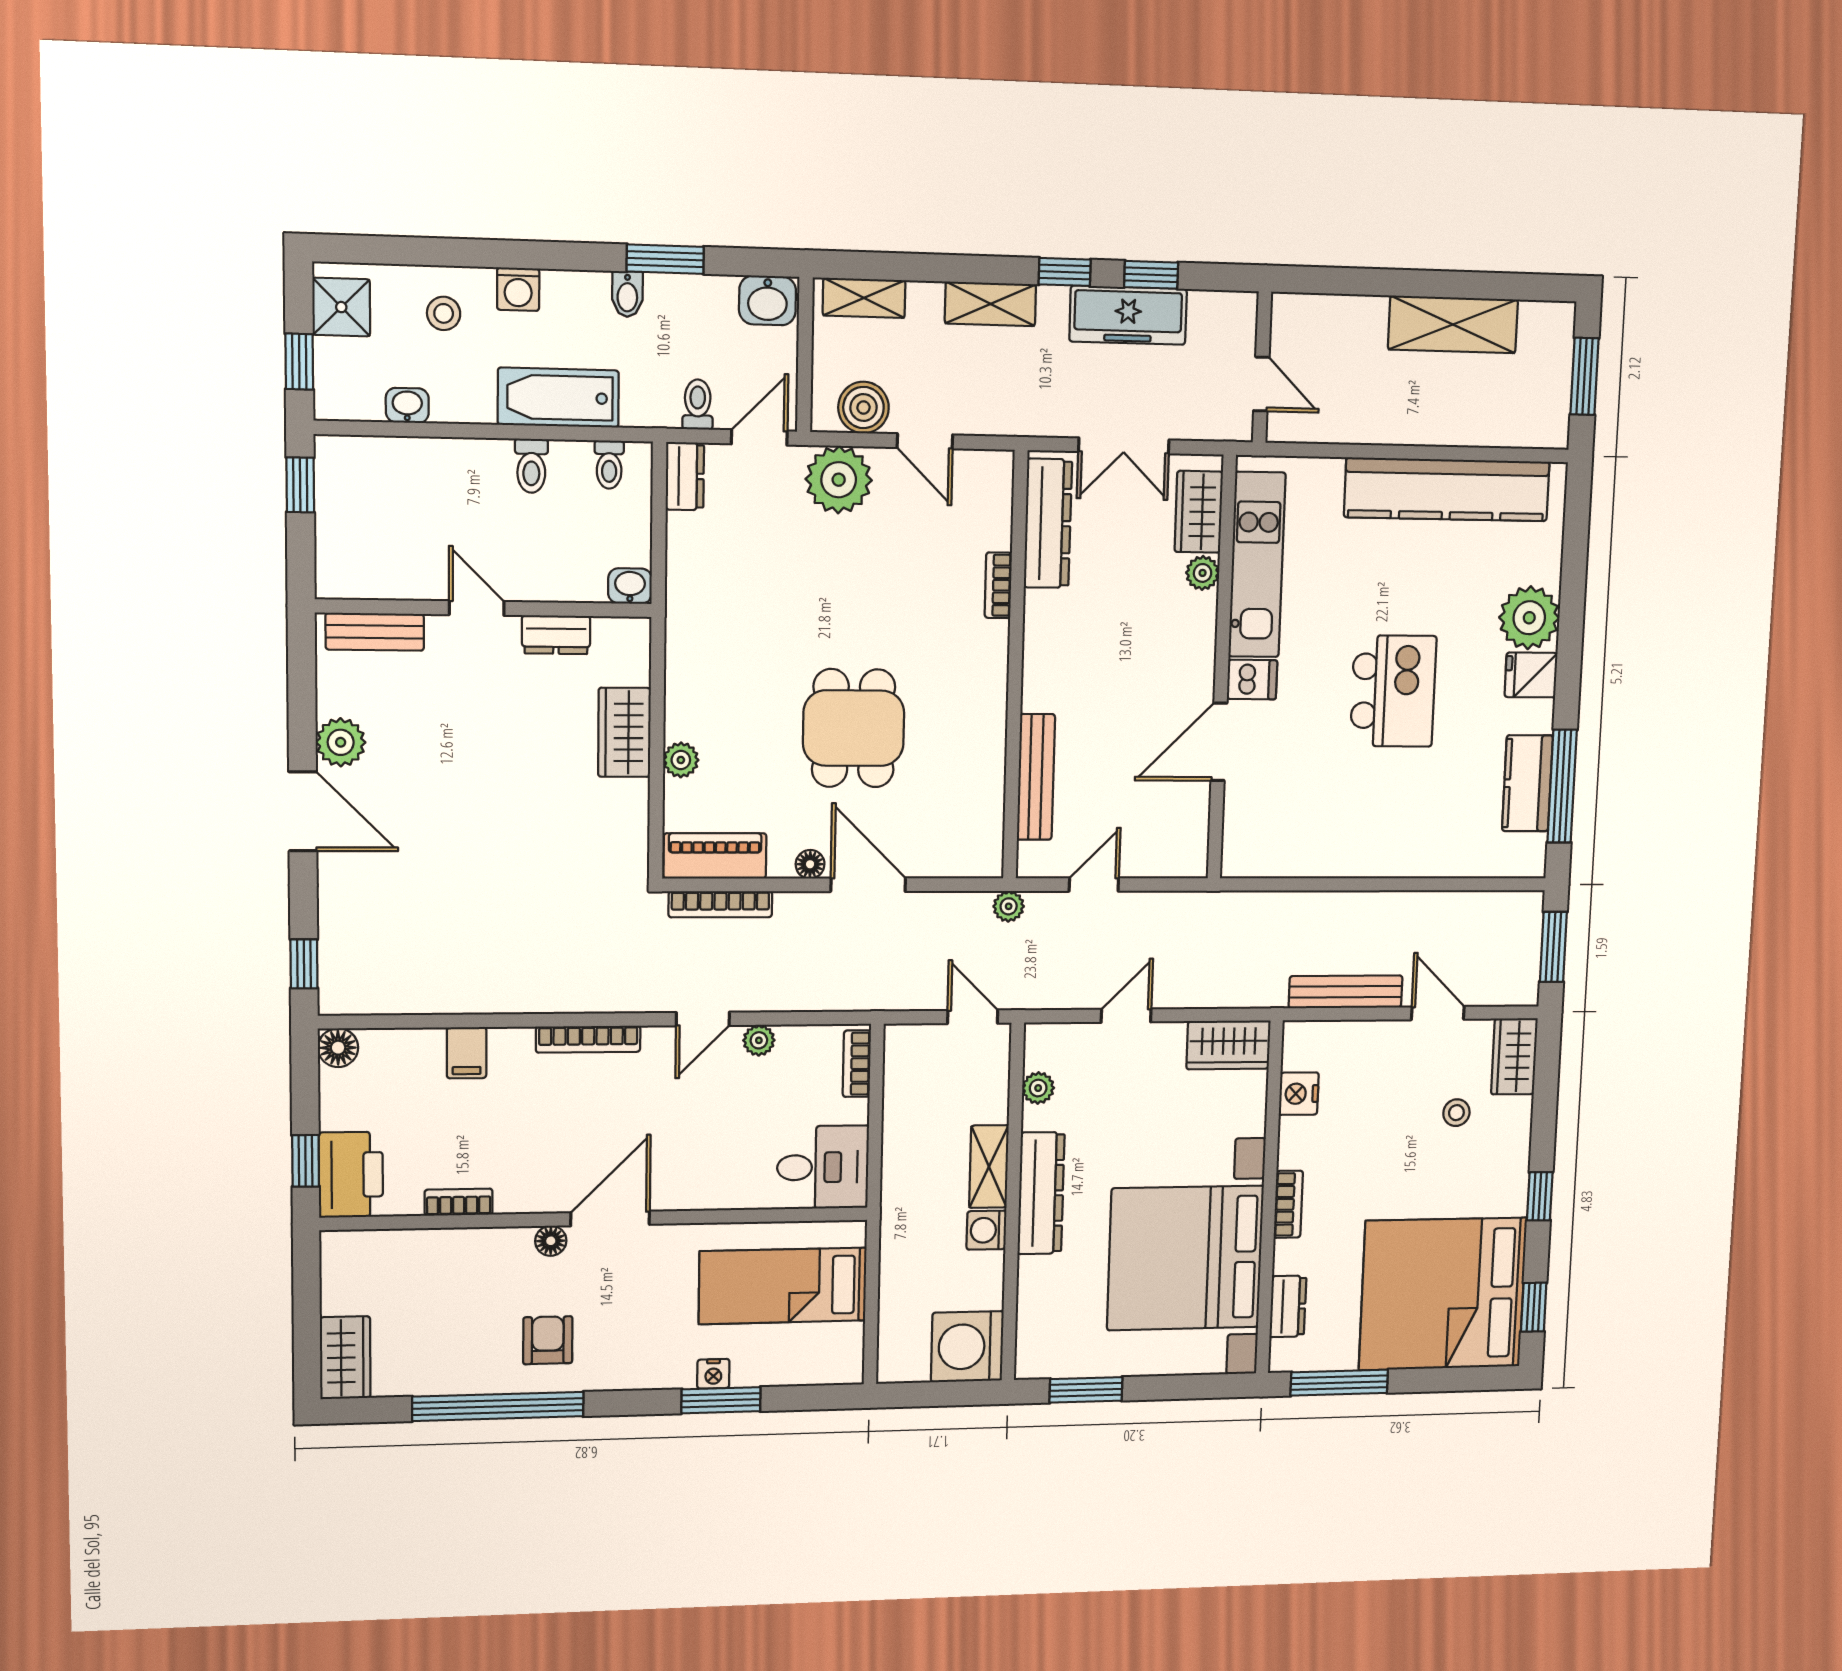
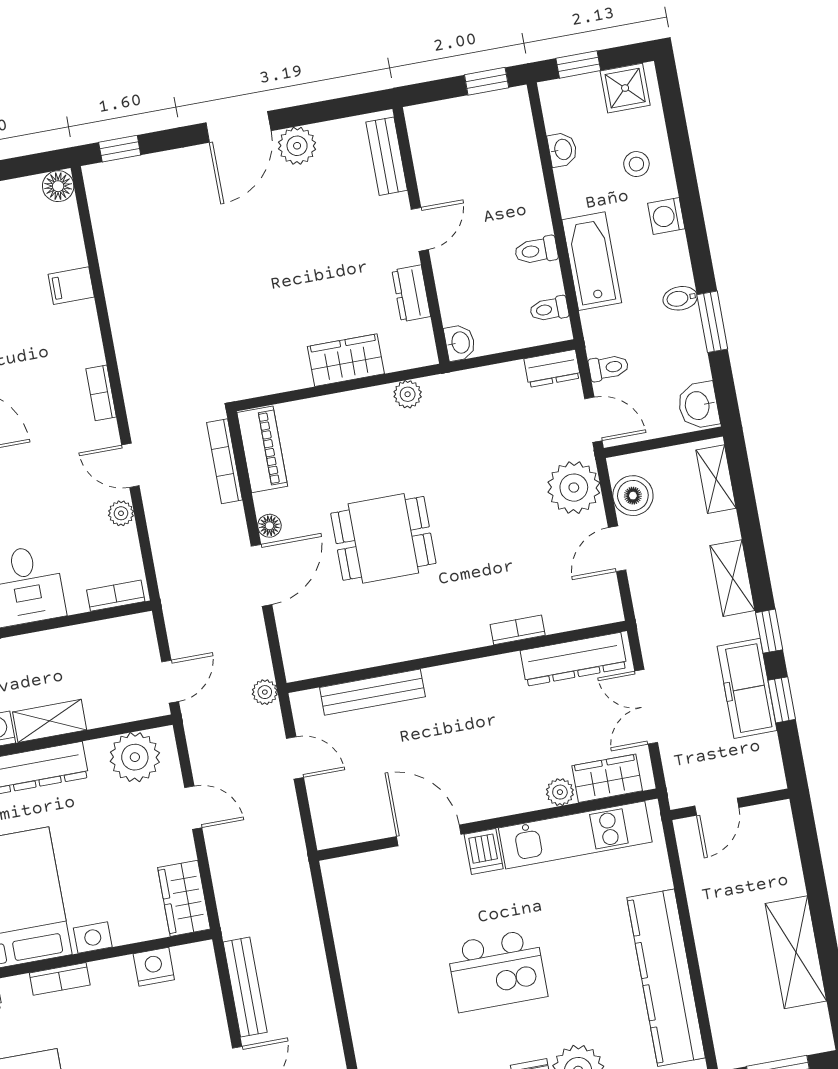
plant: (681, 760) -> (408, 394), moved
bookcase: (588, 1039) -> (101, 393), width x0.64
plant: (1038, 1088) -> (135, 757), width x1.88, depth x1.88

